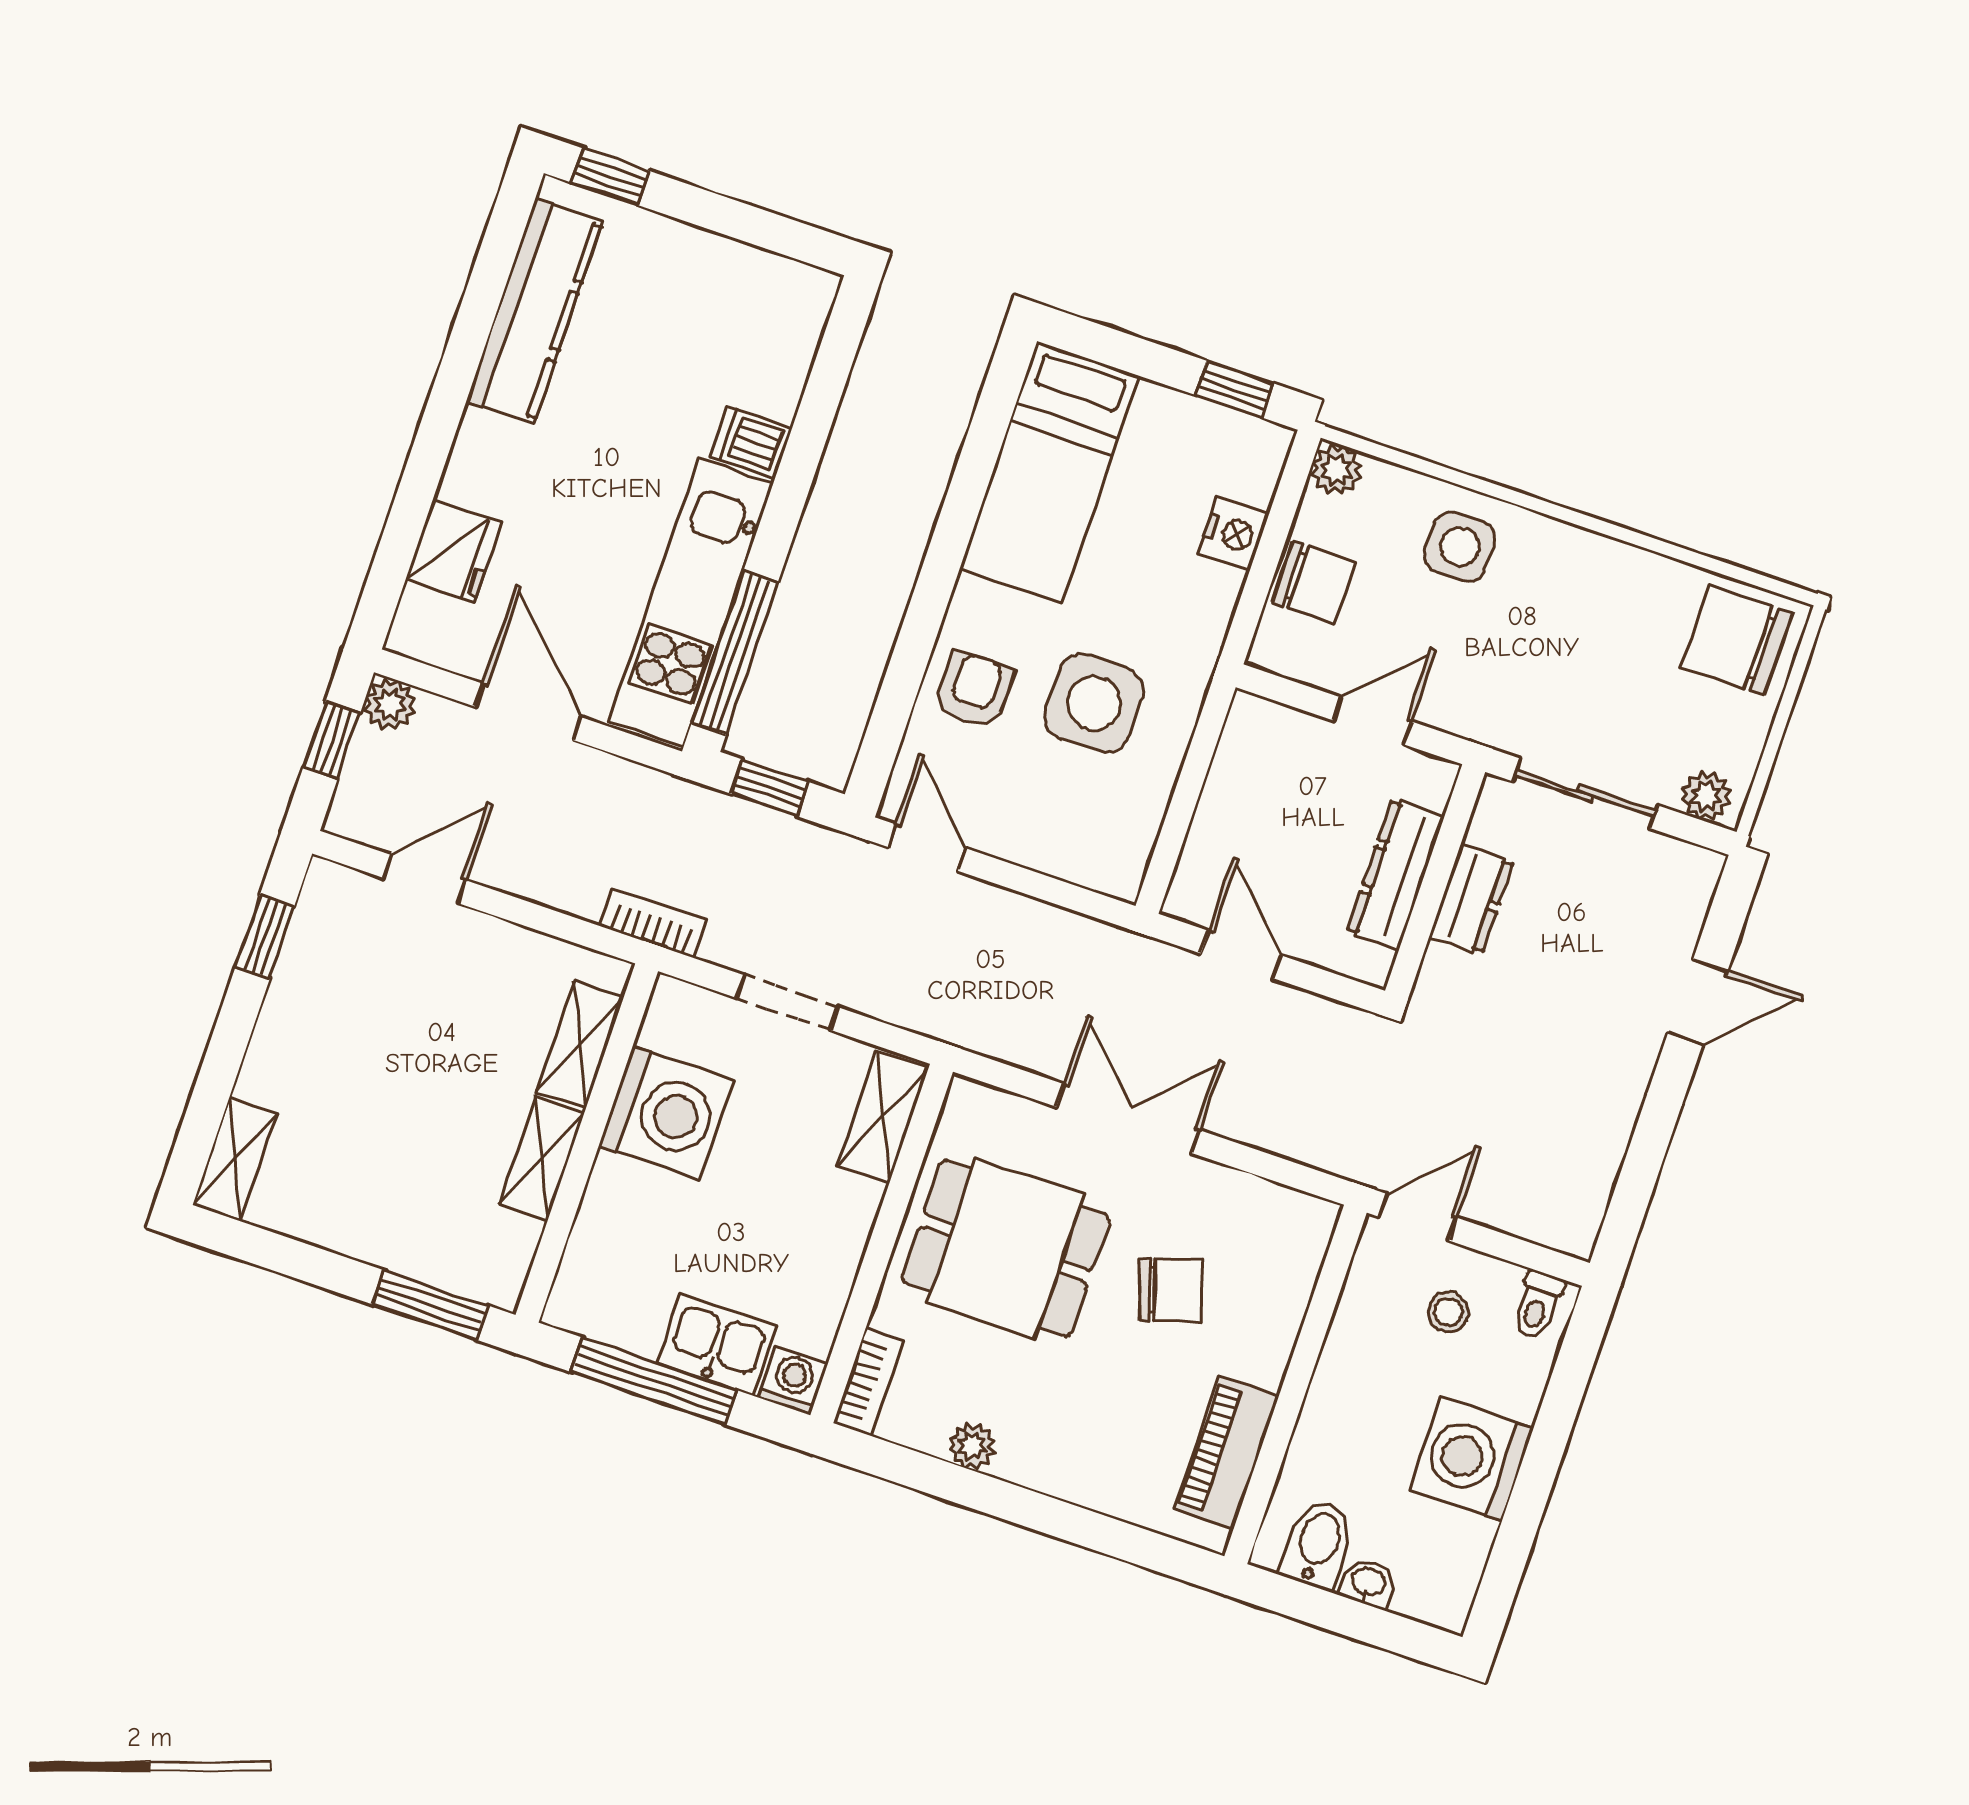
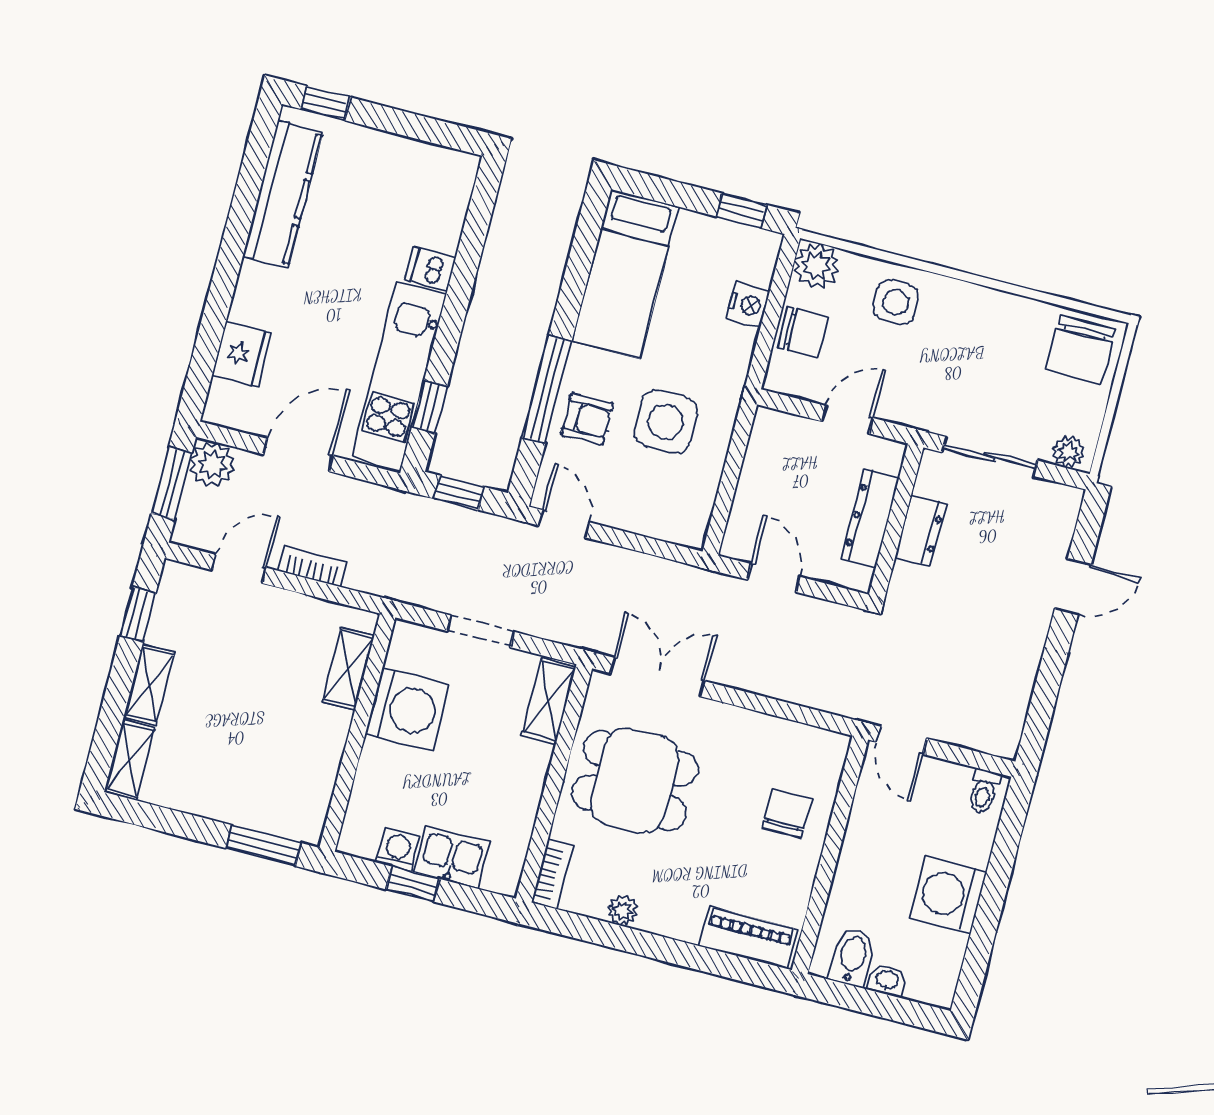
plant: (1336, 470) -> (816, 266), width x1.38, depth x1.38
window: (916, 640) -> (547, 389), added
chair: (1737, 640) -> (1081, 349), turned -90
window: (735, 653) -> (430, 406), width x0.46
armchair: (974, 690) -> (587, 419), turned 90
plant: (390, 704) -> (212, 465), width x1.38, depth x1.38
door: (528, 712) -> (298, 455), hinge flipped
window: (332, 740) -> (172, 483), width x1.50
bookcase: (653, 923) -> (312, 566), moved
double door: (1128, 1119) -> (657, 677), moved
shelving: (542, 1159) -> (149, 685), moved
door: (1418, 1217) -> (902, 740), swing flipped
chair: (1171, 1290) -> (787, 813), moved, turned -72
stool: (1448, 1312) -> (926, 800), removed
washing machine: (793, 1380) -> (398, 850), moved
window: (654, 1381) -> (413, 884), width x0.46
piano: (1226, 1453) -> (749, 938), moved, turned 90

